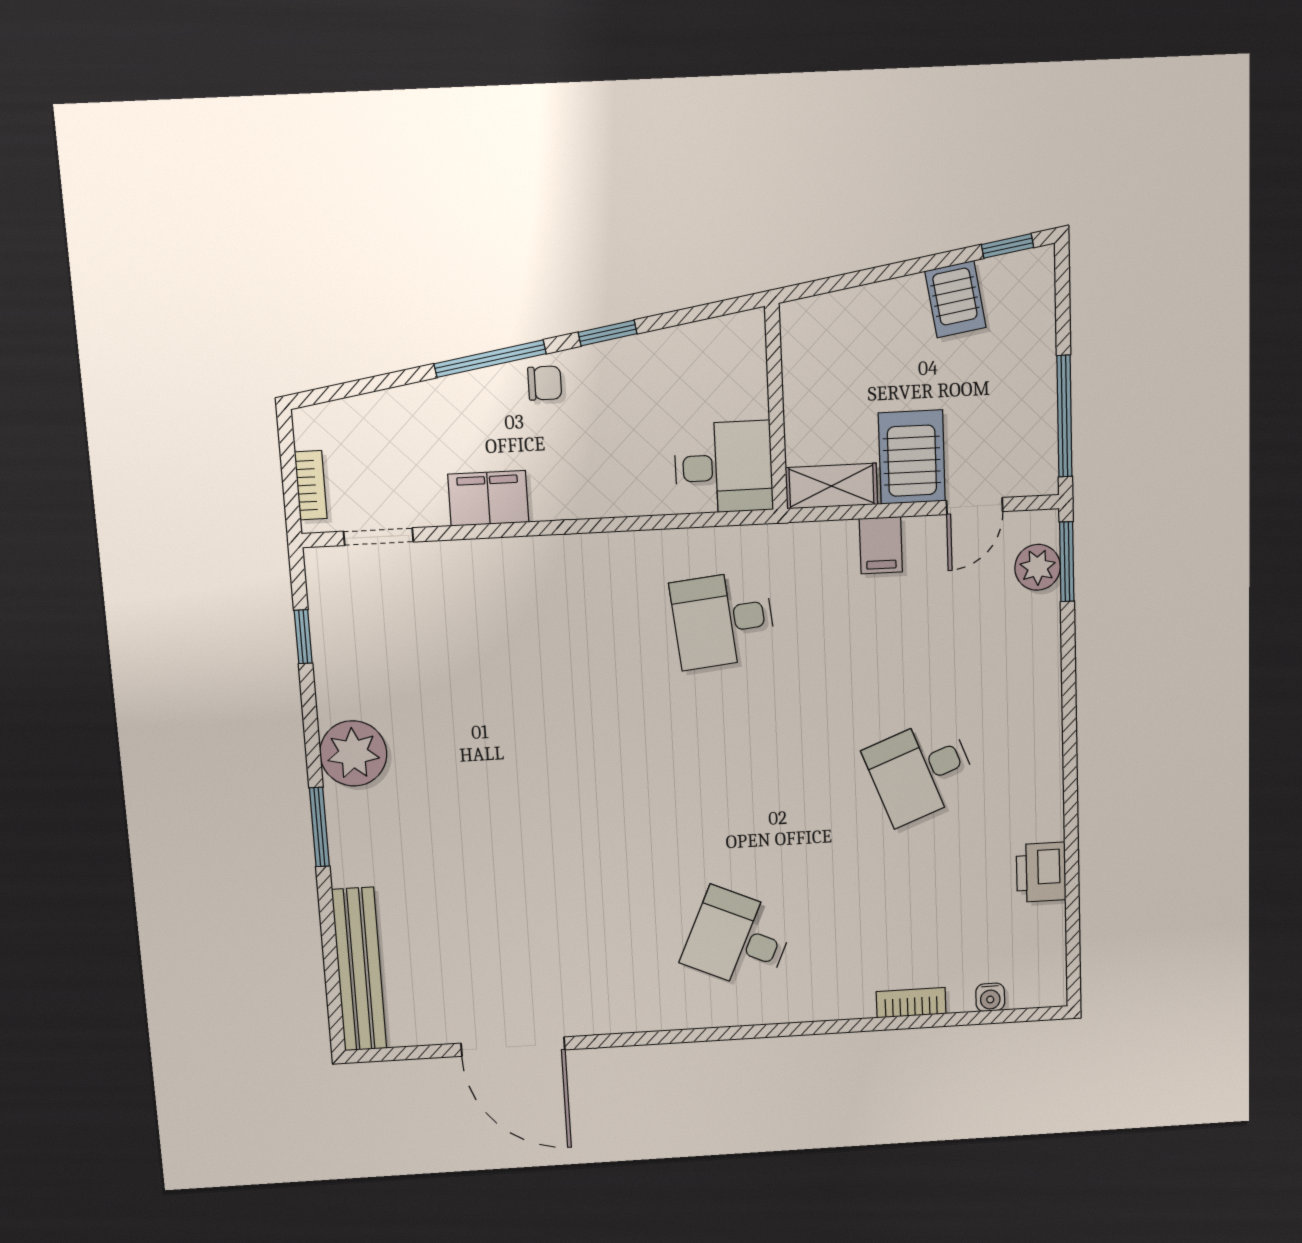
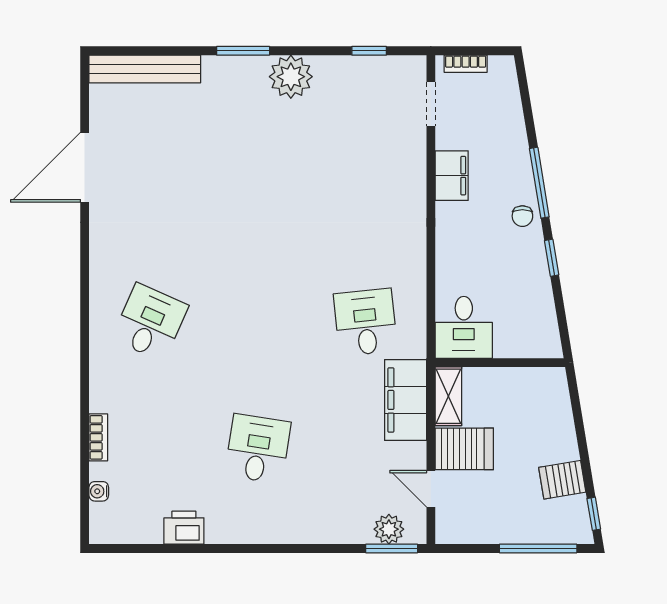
window: (1064, 416) -> (538, 548), moved
filing cabinet: (881, 545) -> (406, 400), width x3.00, depth x1.17
desk: (921, 771) -> (258, 449), turned 30

